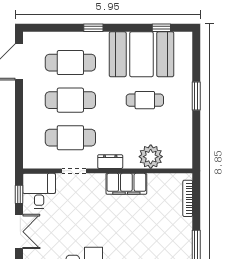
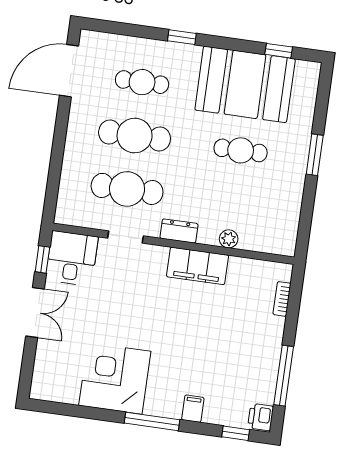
cafe table: (70, 63) -> (142, 82), width x0.73, depth x0.74
plant: (151, 157) -> (229, 239), width x0.53, depth x0.53
bookcase: (188, 198) -> (282, 299), width x0.64

